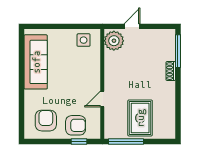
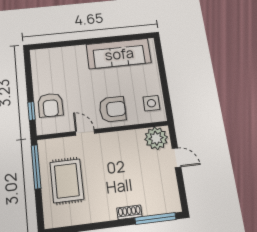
rug: (140, 118) -> (67, 181), turned 90
armchair: (46, 121) -> (113, 109), moved

